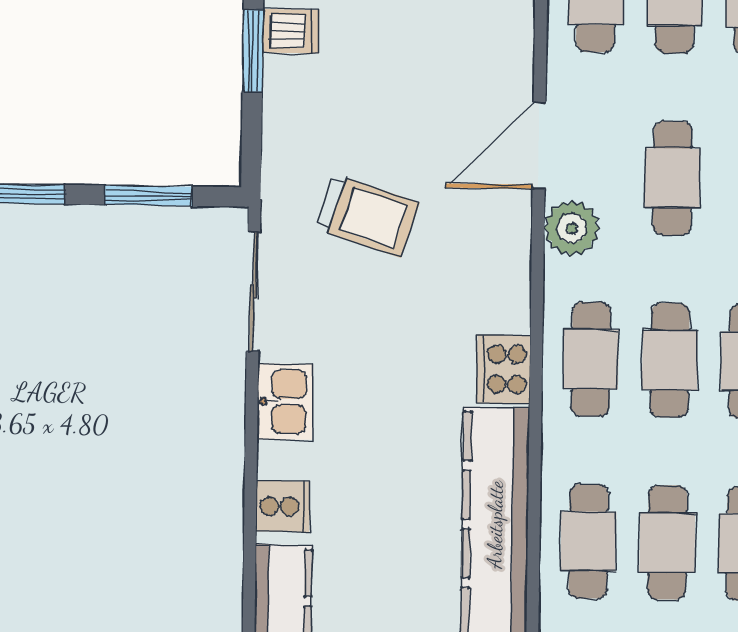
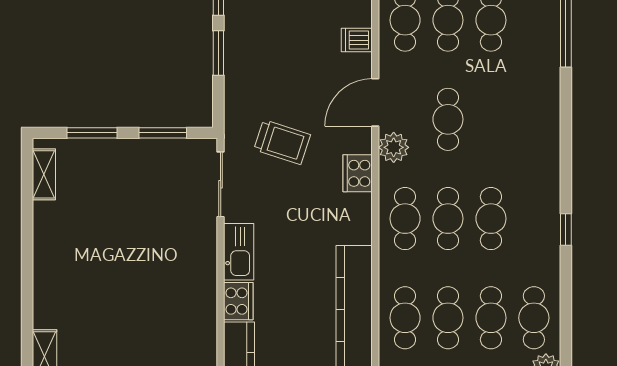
dishwasher: (291, 31) -> (357, 40), moved, turned 180
cooker: (504, 369) -> (358, 173), moved
kitchen sink: (285, 402) -> (239, 252), width x1.38
cooker: (283, 506) -> (238, 301), width x1.36

